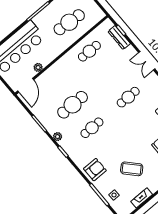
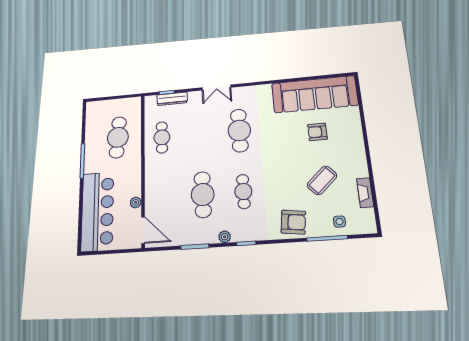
cafe table: (128, 97) -> (239, 130), width x1.37, depth x1.35
armchair: (95, 170) -> (293, 222), turned 97

